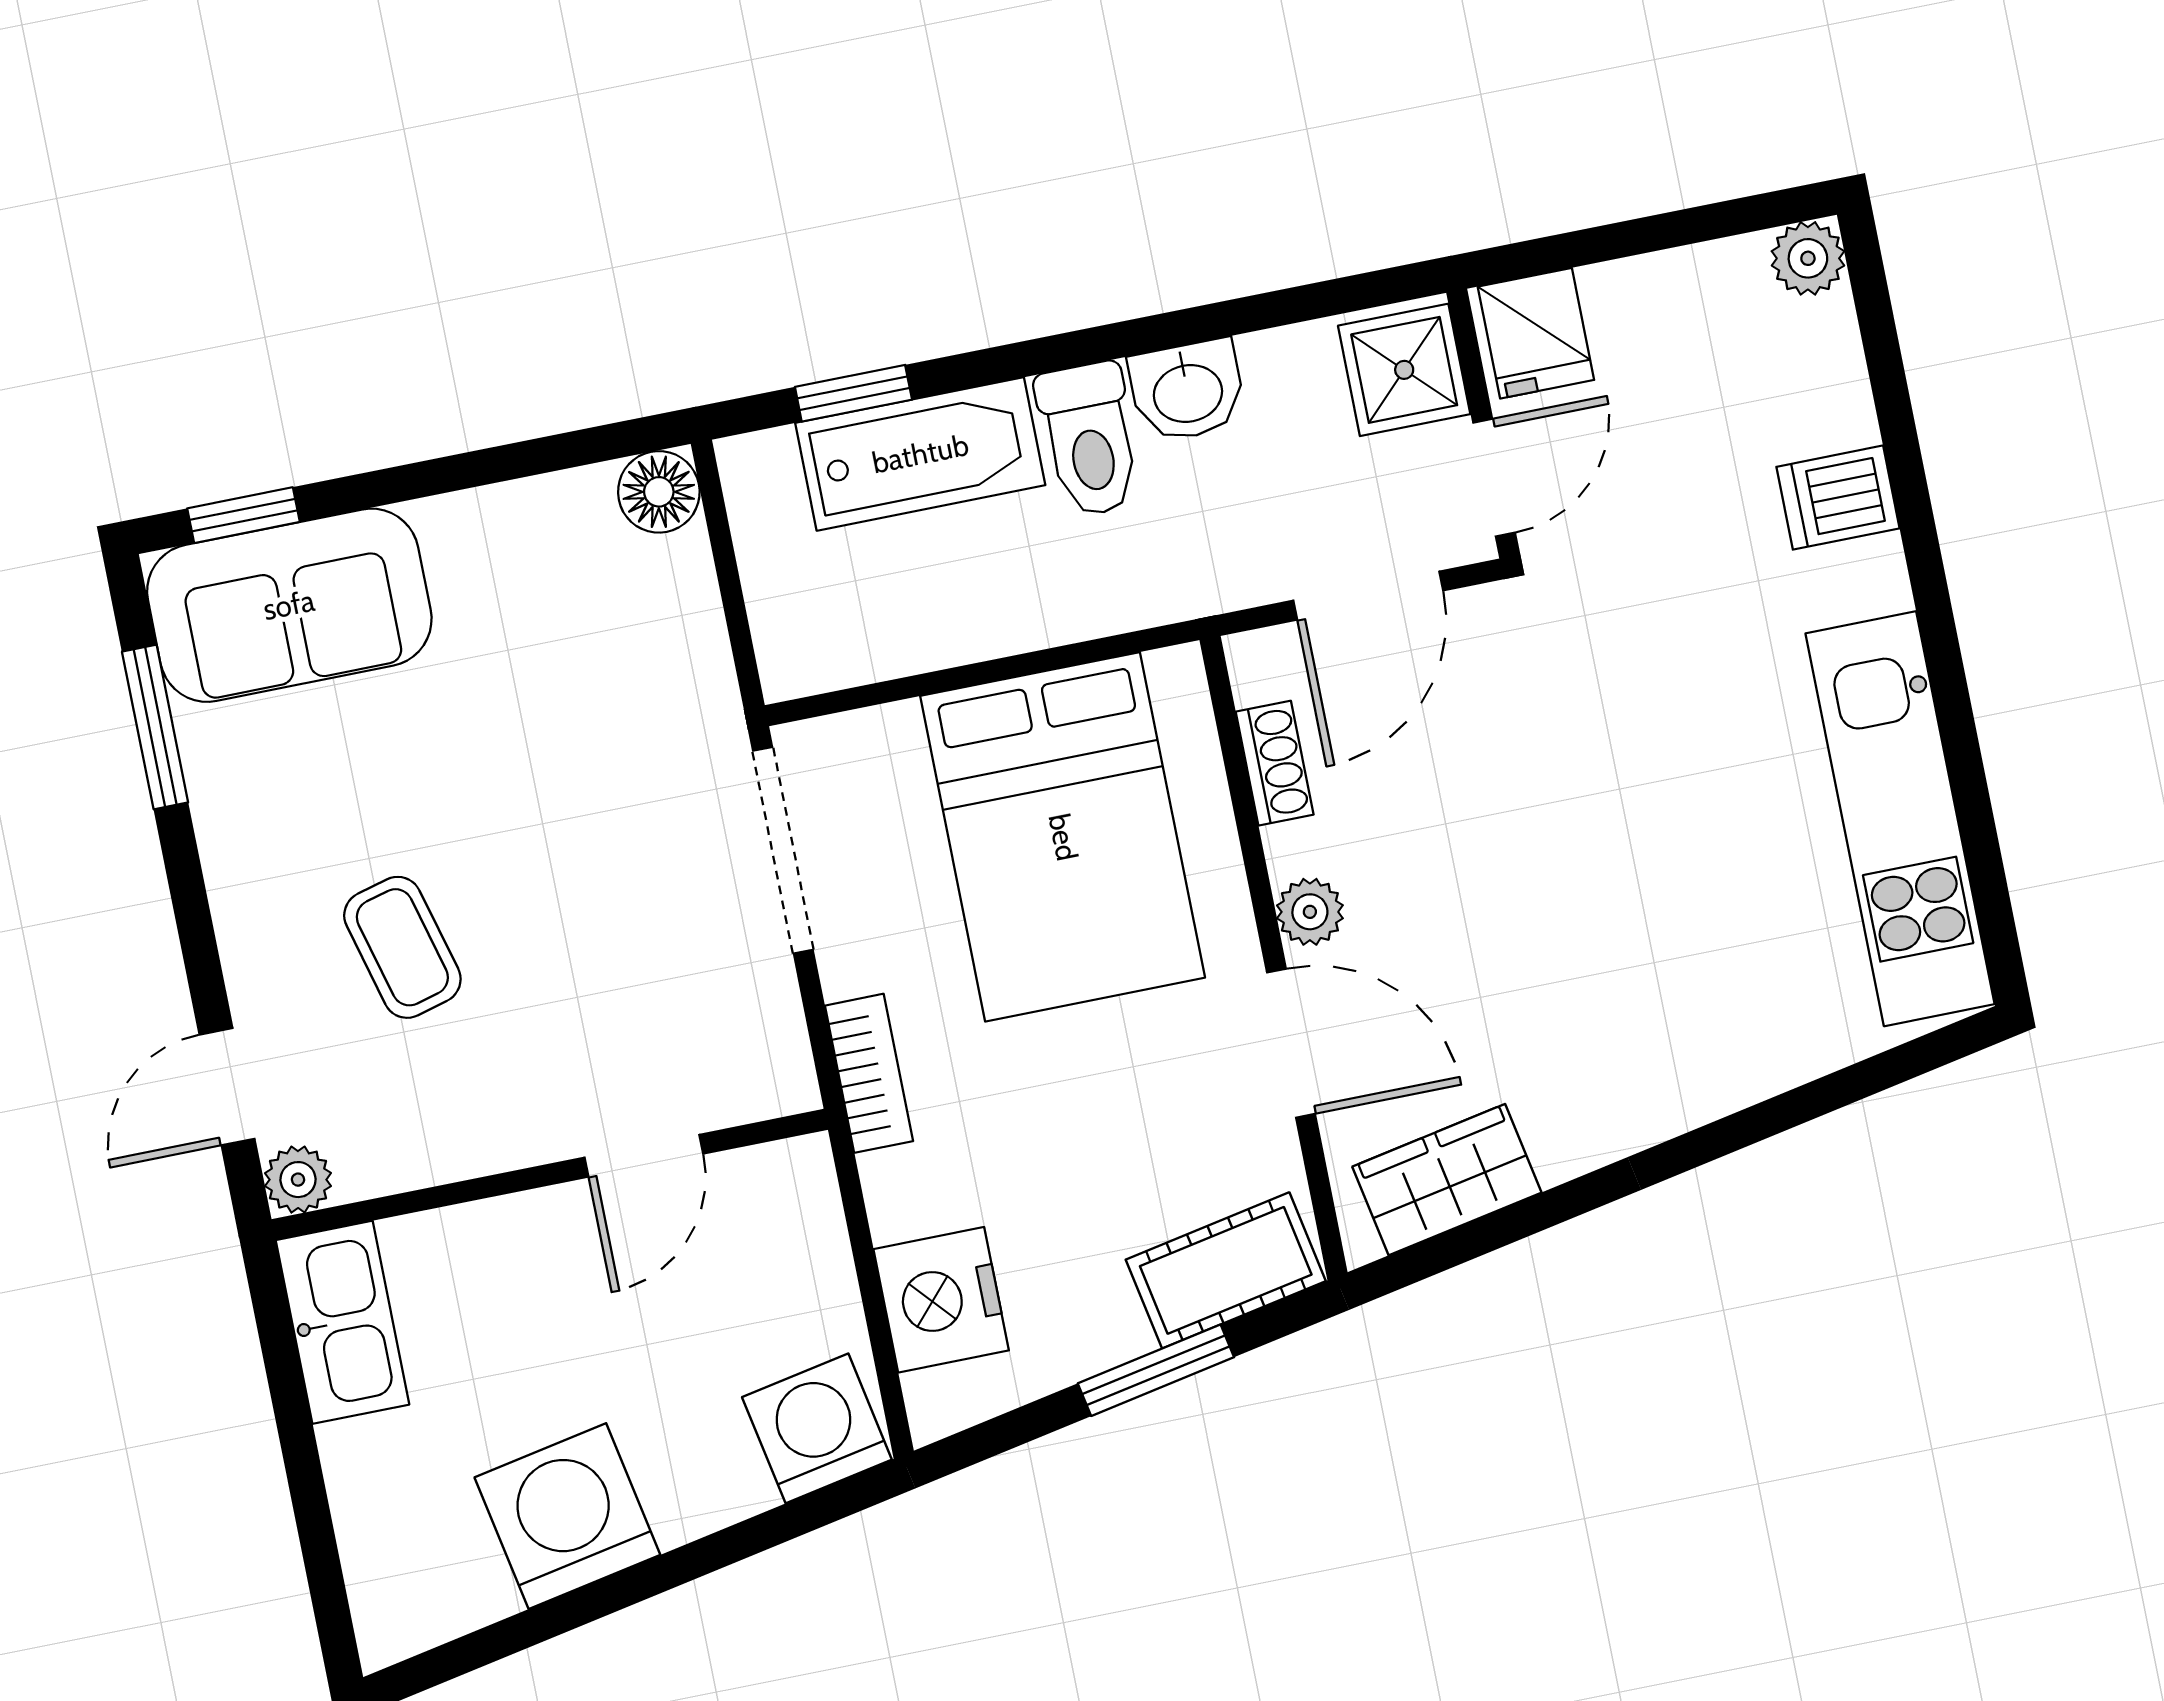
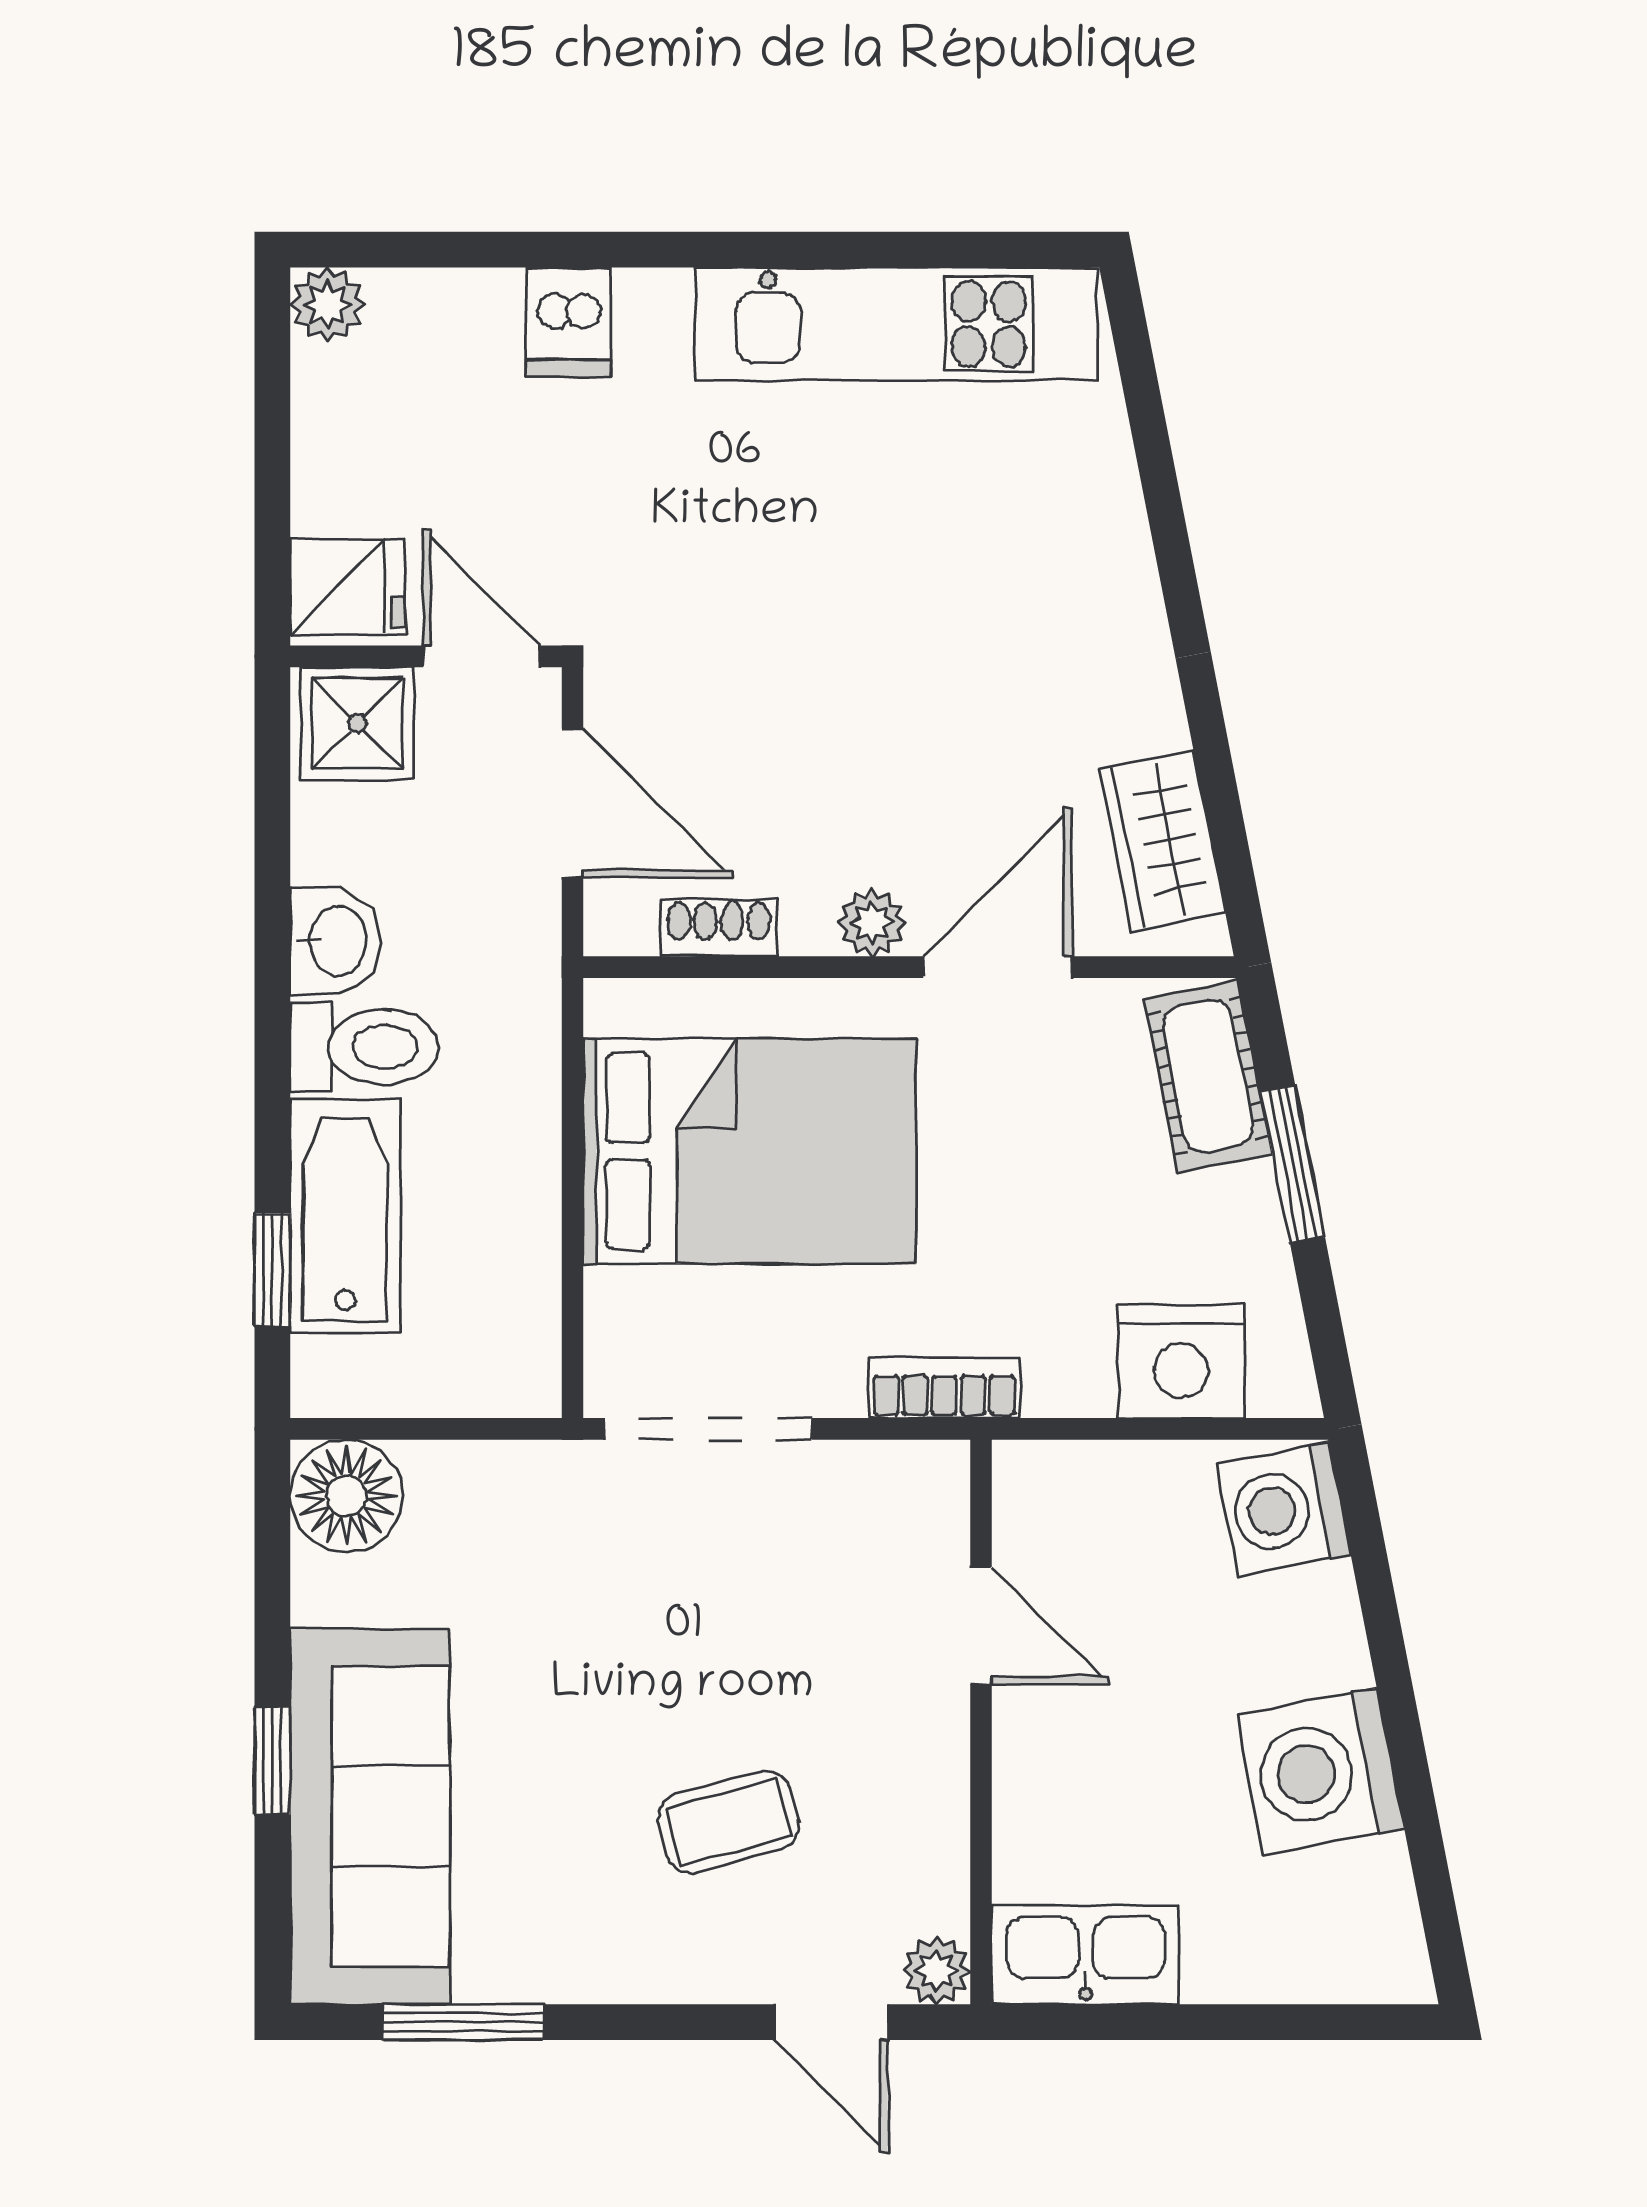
floor lamp: (659, 492) -> (346, 1496), width x1.38, depth x1.38
window: (244, 515) -> (272, 1760), moved
sofa: (289, 605) -> (370, 1816), width x1.36

